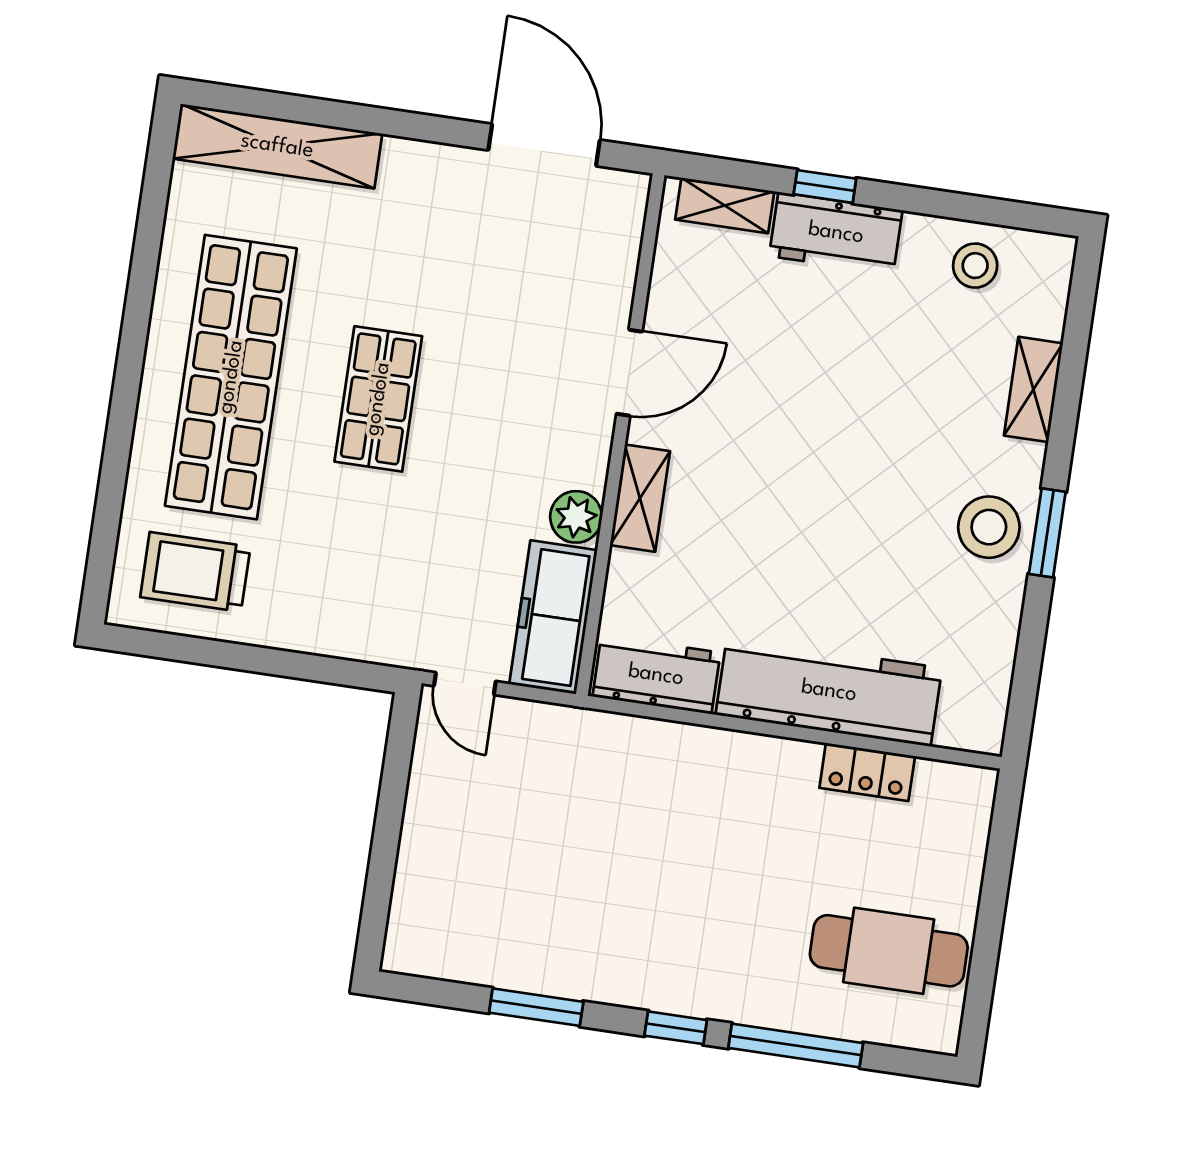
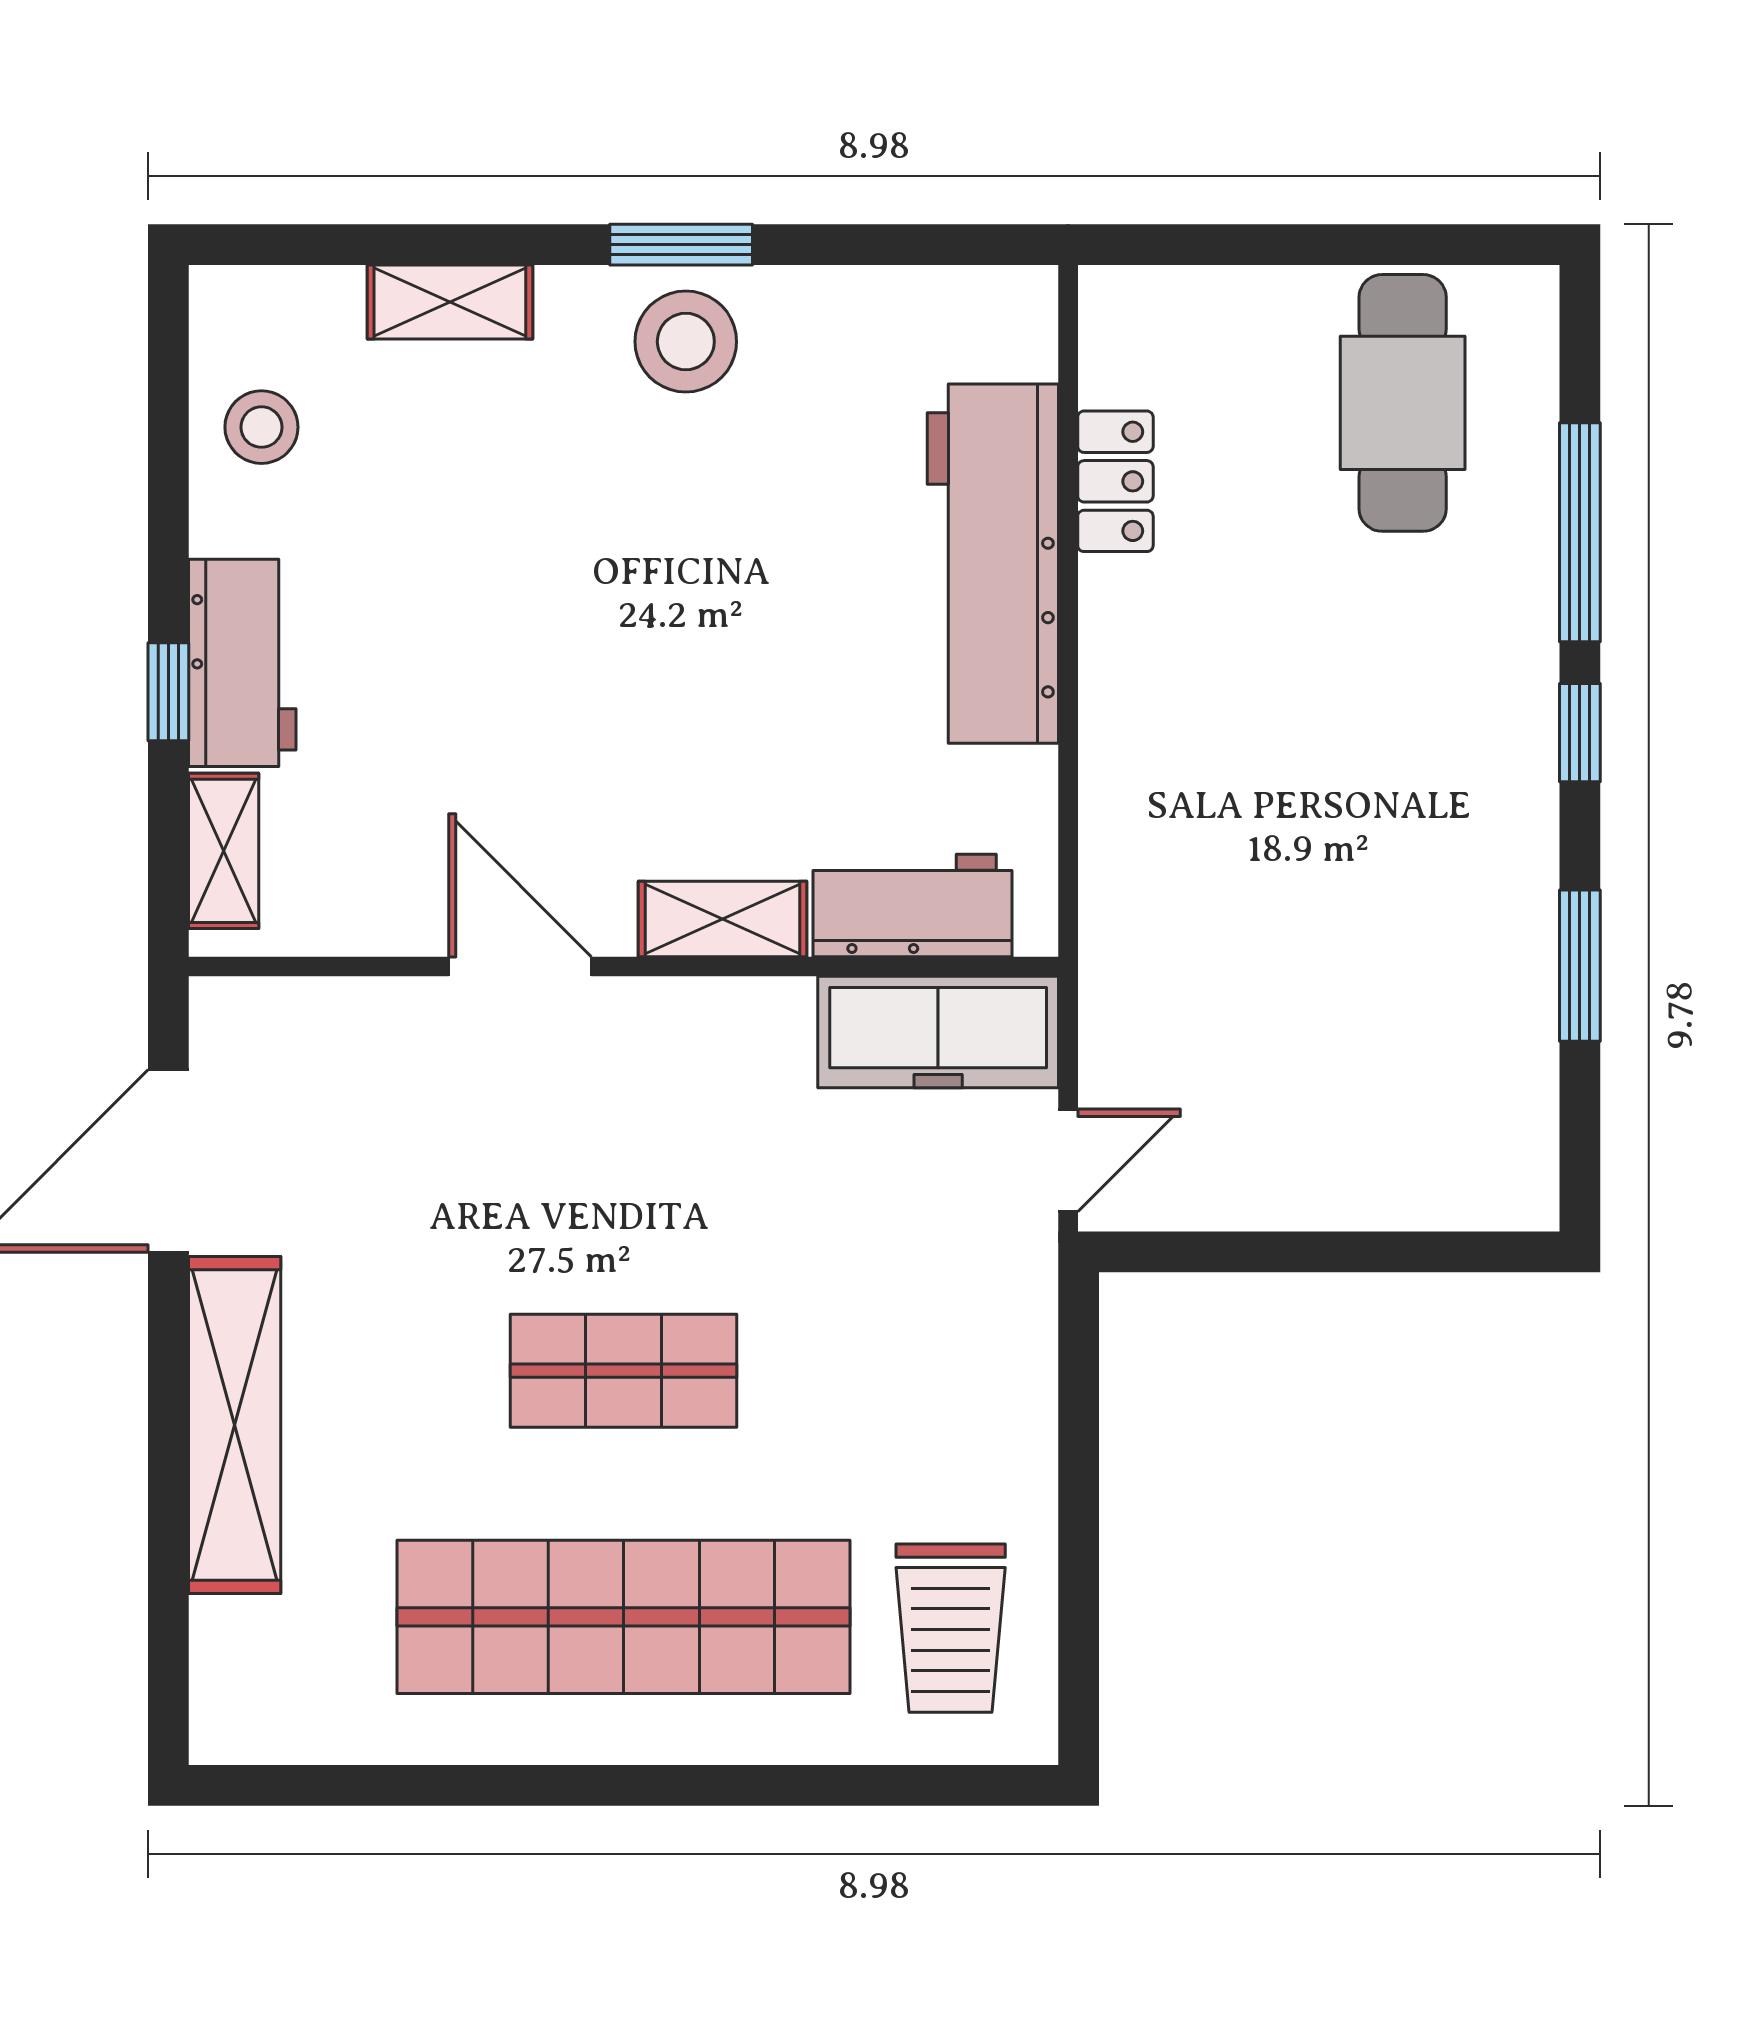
shelving: (277, 146) -> (235, 1425), moved
plant: (576, 517) -> (769, 1019), removed
workbench: (656, 675) -> (913, 905), moved, turned 90

